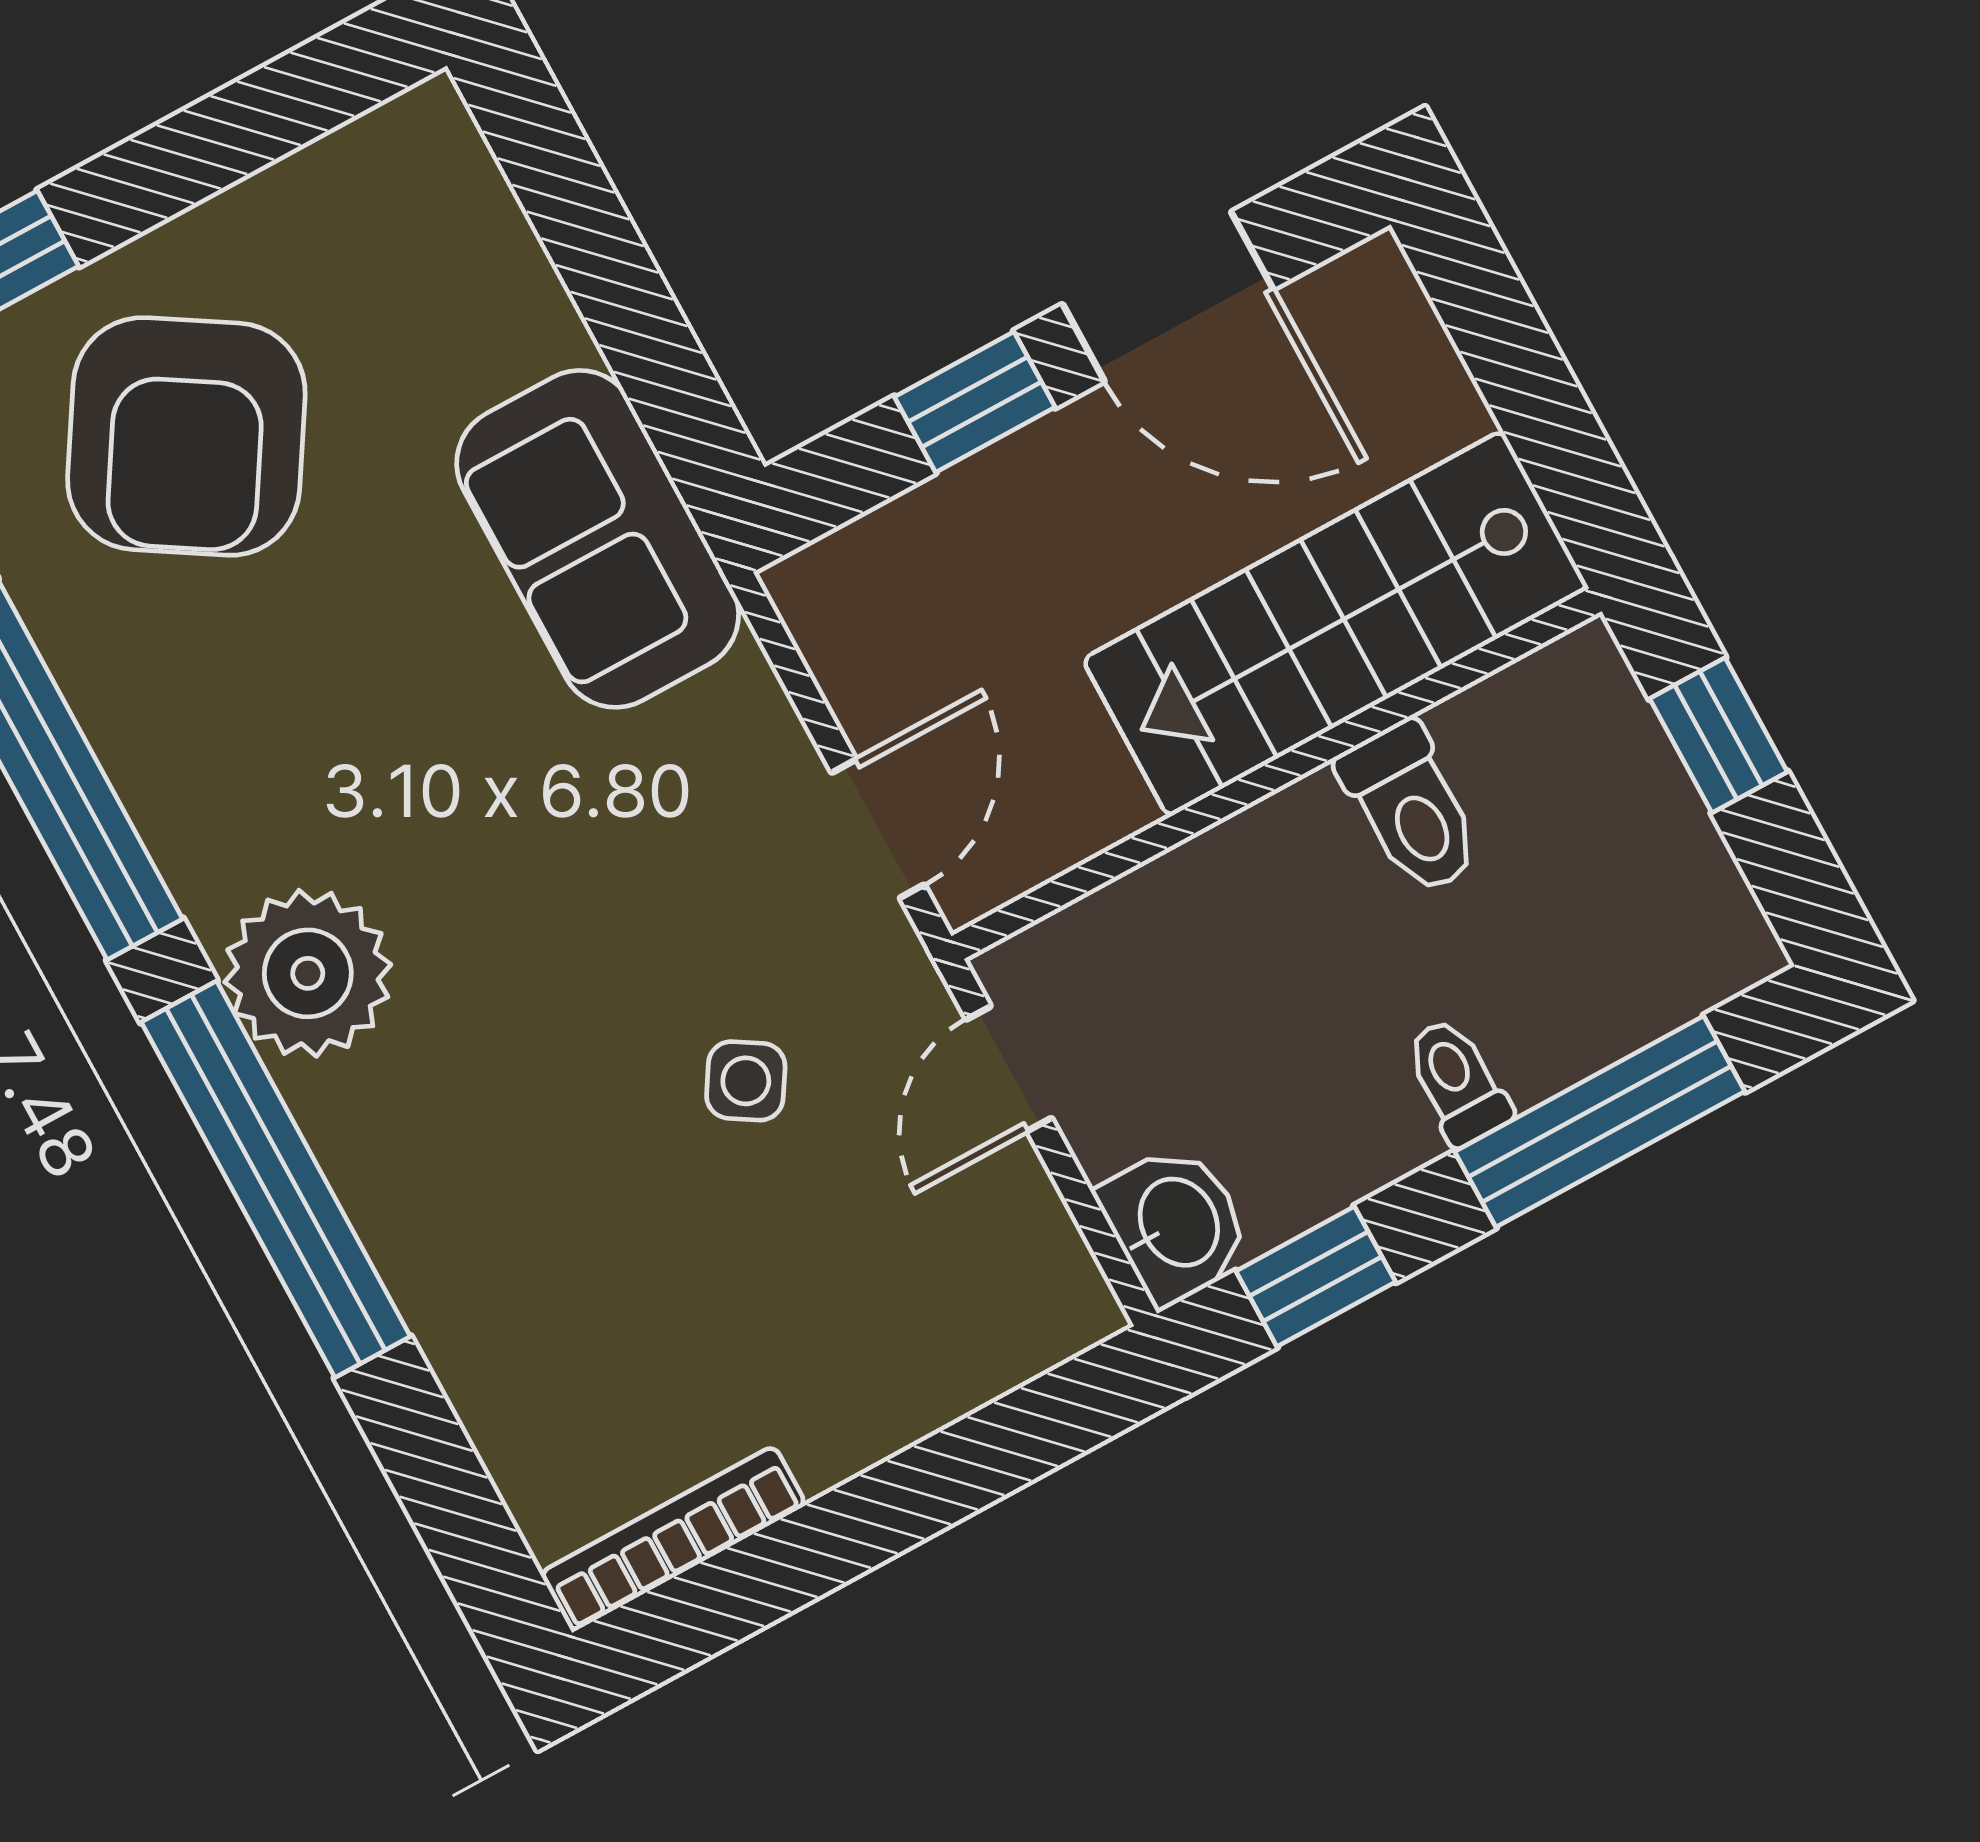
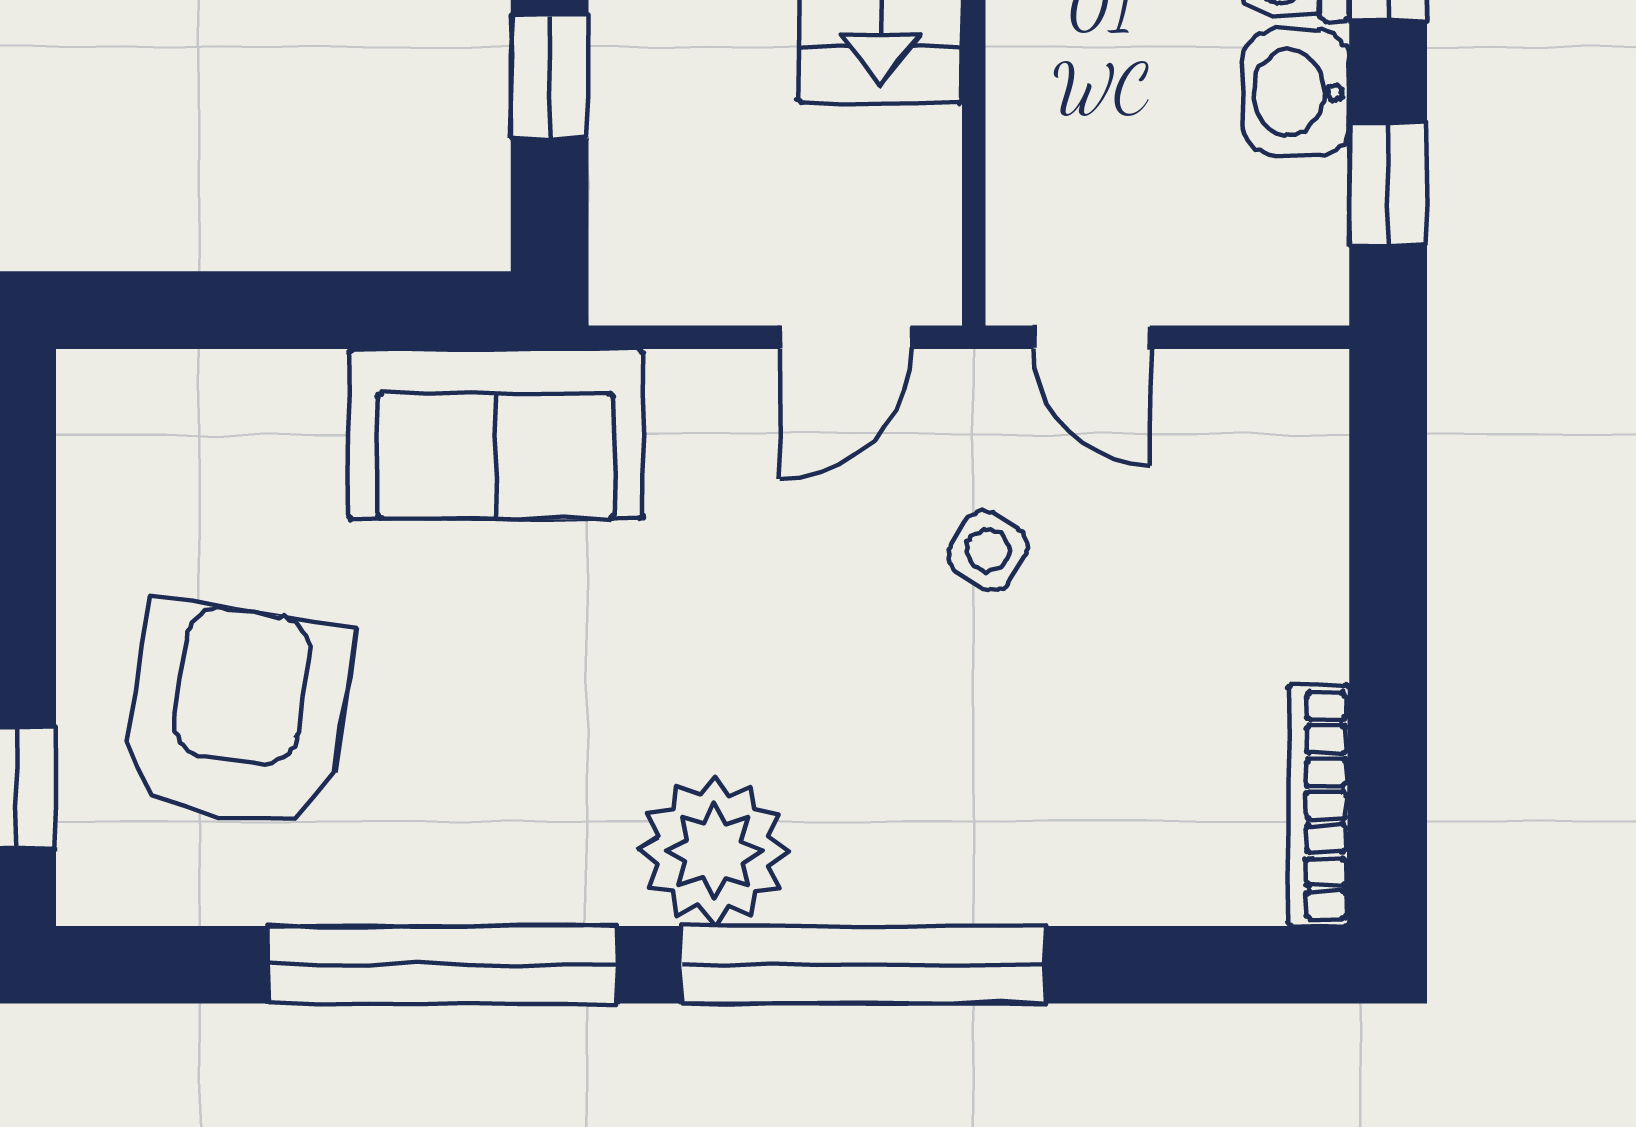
armchair: (186, 436) -> (237, 715), turned -113
door: (878, 829) -> (845, 337), swing flipped
washbasin: (1176, 1224) -> (1296, 93), moved, turned -90

